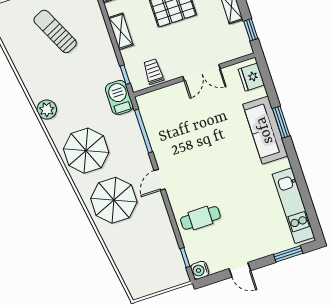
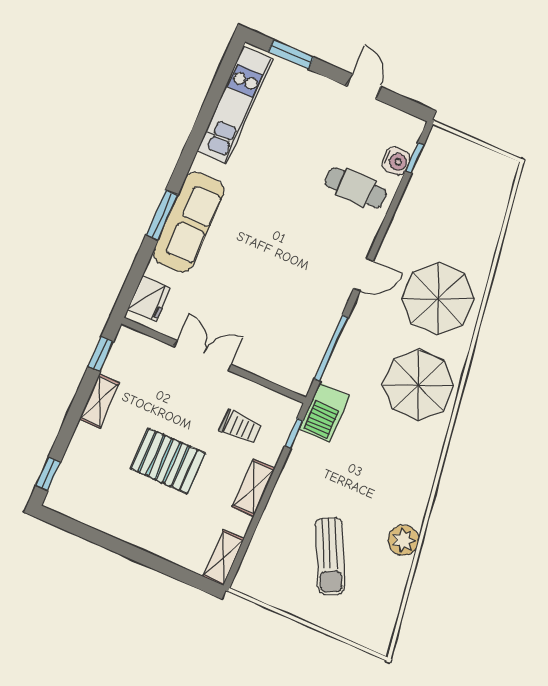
trolley: (153, 72) -> (240, 427), moved, turned -90
plant: (47, 109) -> (403, 540), moved
water cooler: (200, 270) -> (396, 161), moved

